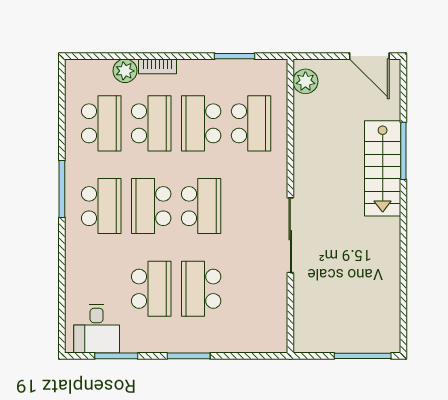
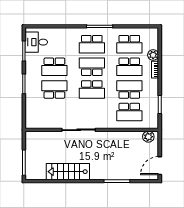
stairs: (383, 168) -> (68, 172), moved

